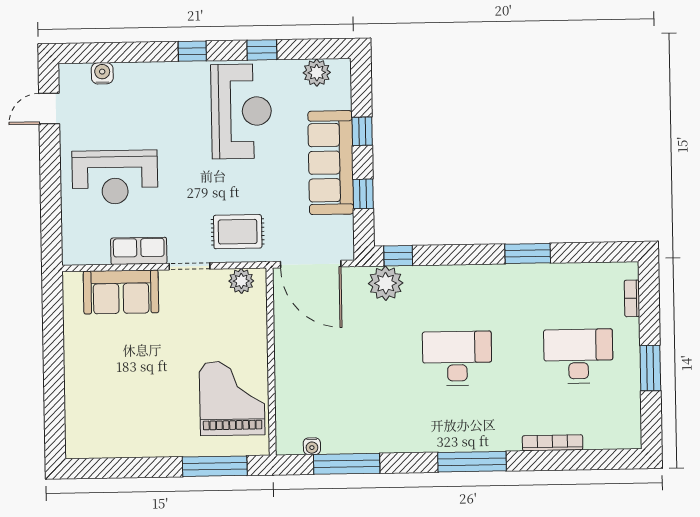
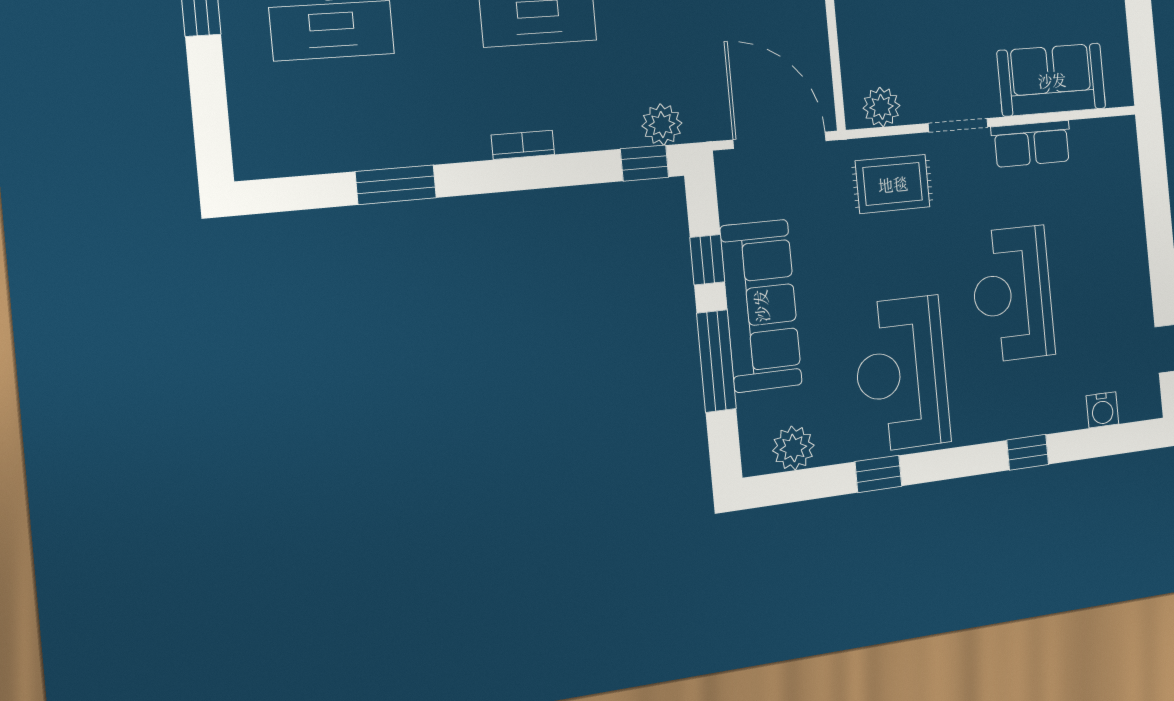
window: (192, 51) -> (1028, 452), moved
window: (362, 131) -> (716, 361), width x2.17
reception desk: (115, 177) -> (1012, 294), moved, turned -90
window: (528, 253) -> (396, 185), moved
plant: (386, 283) -> (662, 125), width x0.73, depth x0.73
bookcase: (632, 298) -> (523, 145), moved, turned -90

